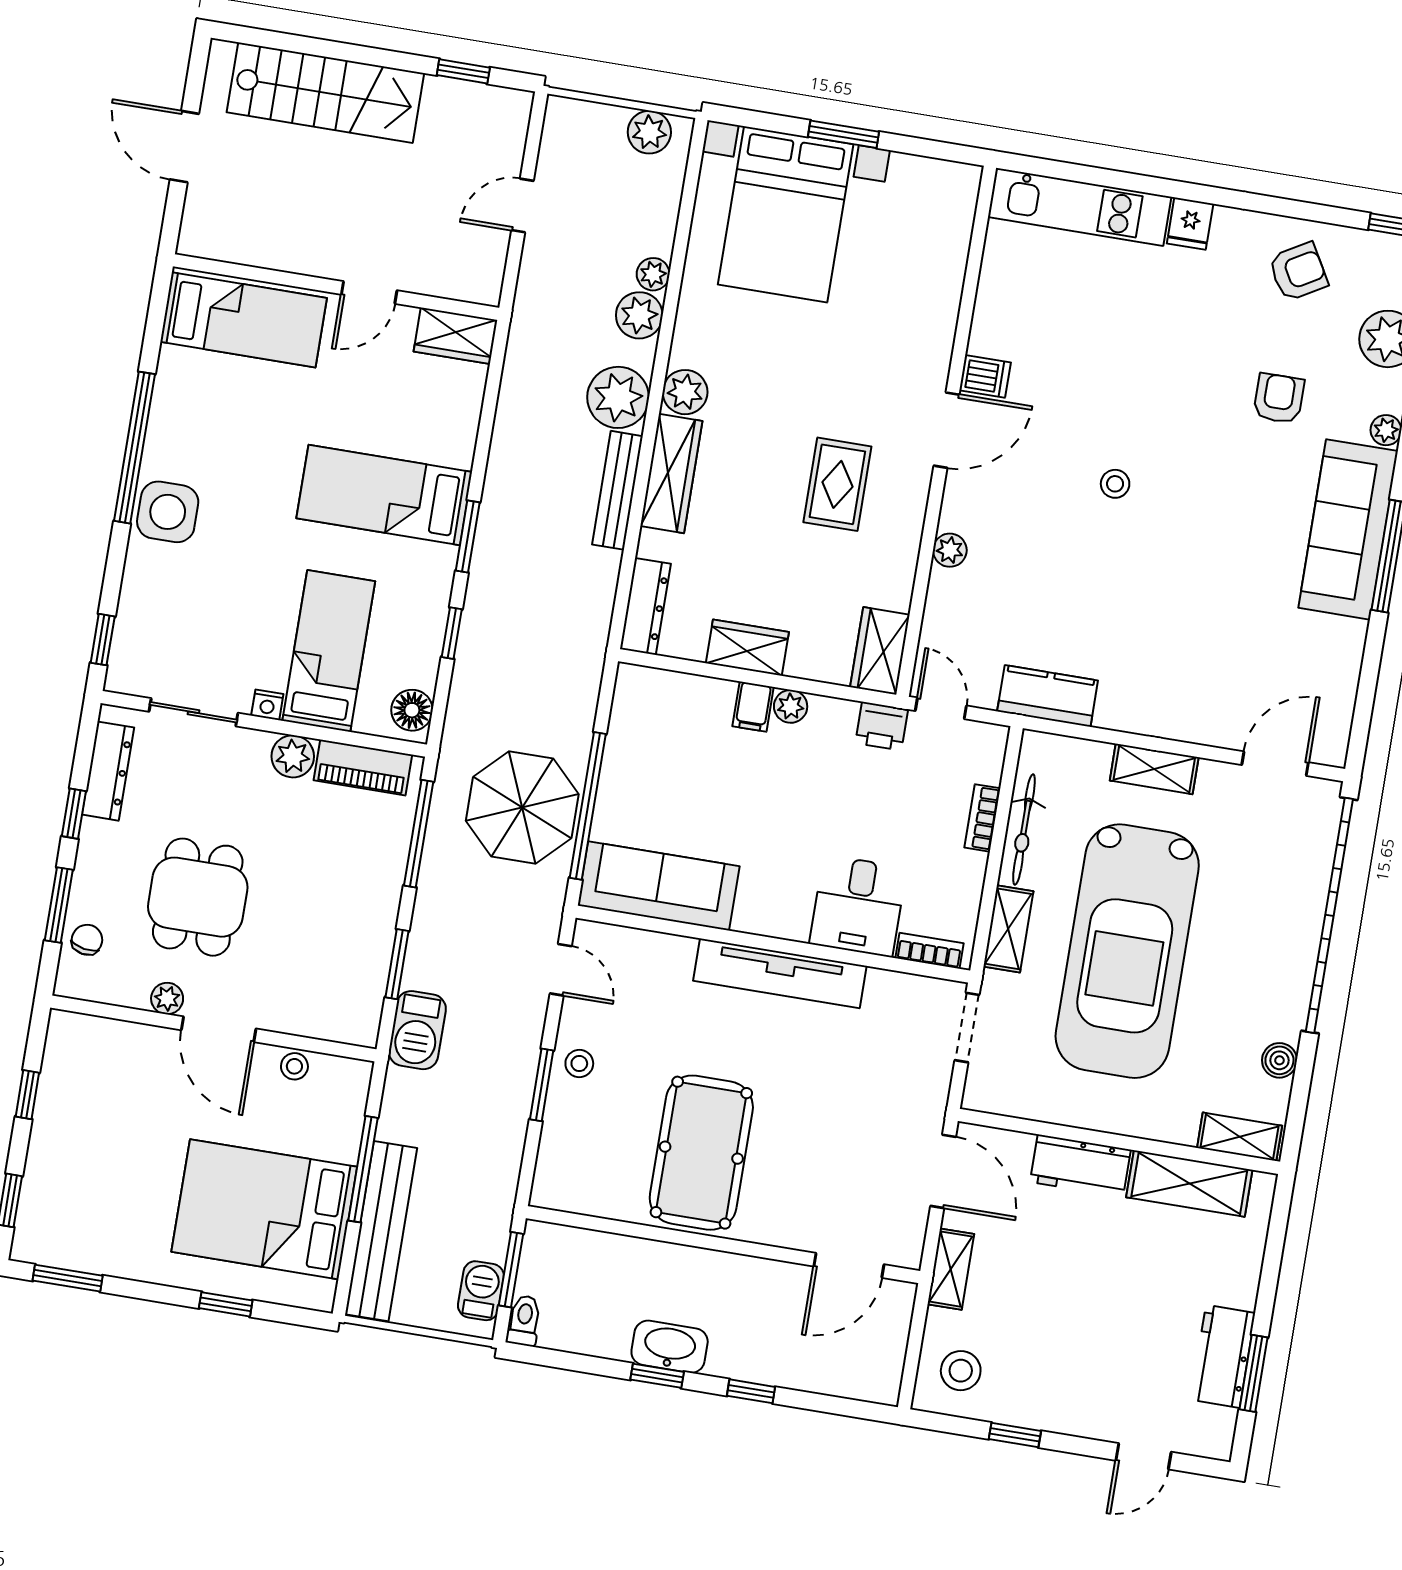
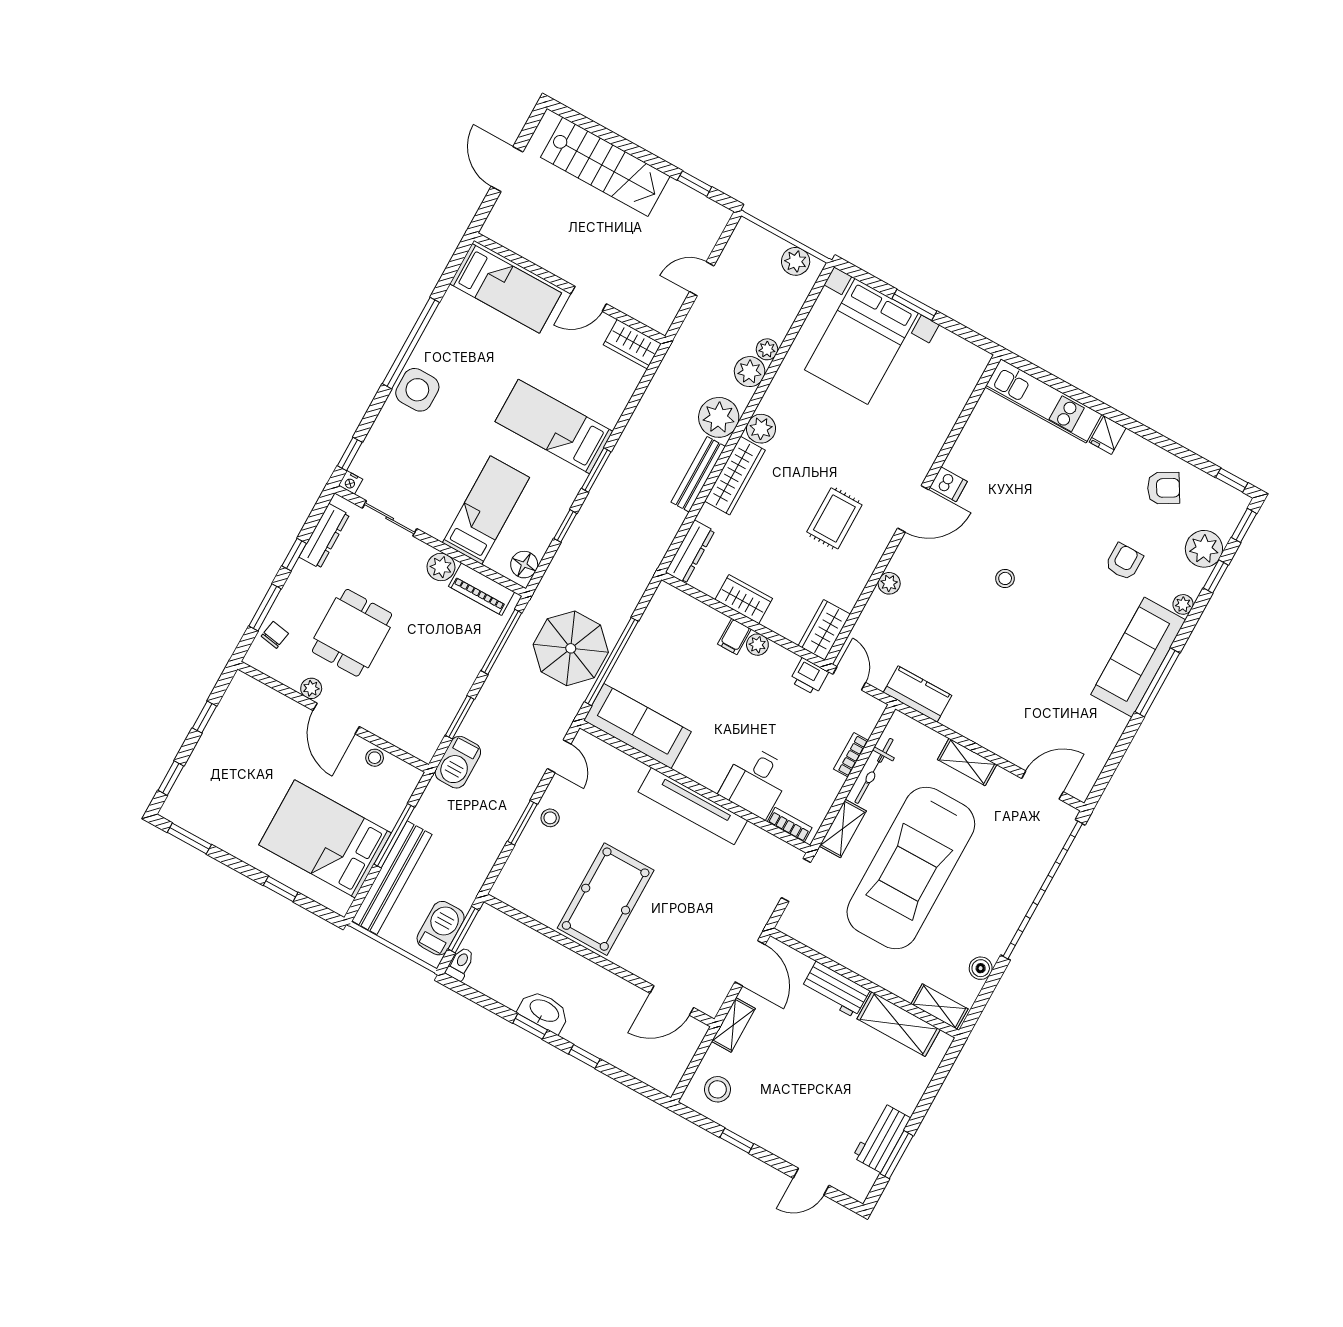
nightstand: (267, 705) -> (351, 482), moved
barbecue: (481, 1291) -> (441, 928), width x1.38, depth x1.27

